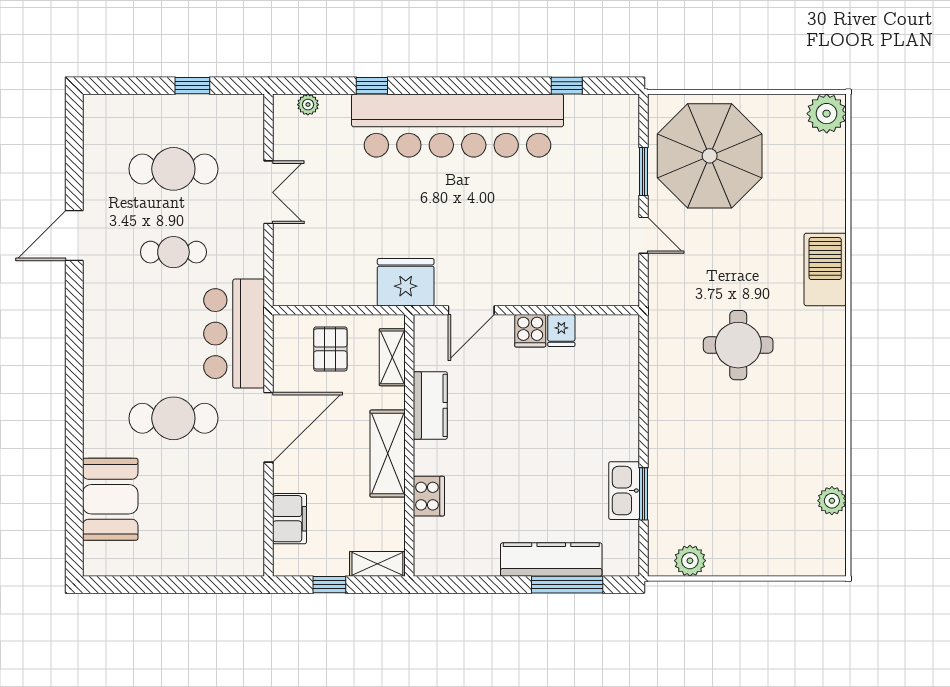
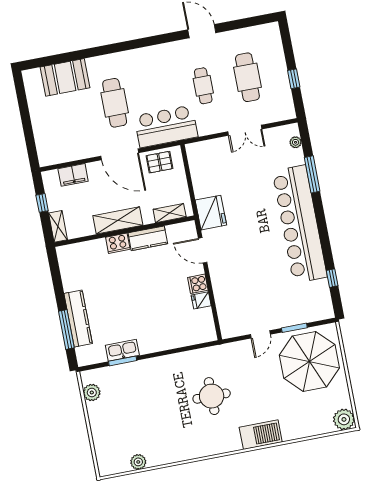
window: (372, 86) -> (312, 174), width x2.17
pallet: (330, 349) -> (159, 162), moved
cooker: (429, 496) -> (118, 243), moved

